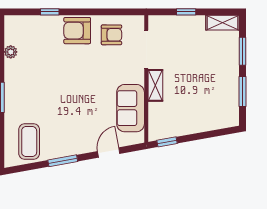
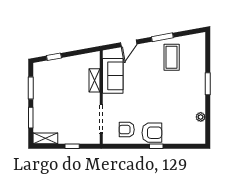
window: (50, 12) -> (156, 146), moved
shelving: (155, 85) -> (95, 80), moved
coffee table: (29, 142) -> (172, 57), moved
window: (167, 142) -> (54, 57), moved

